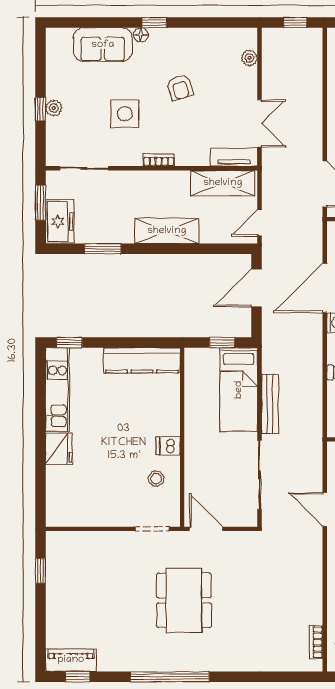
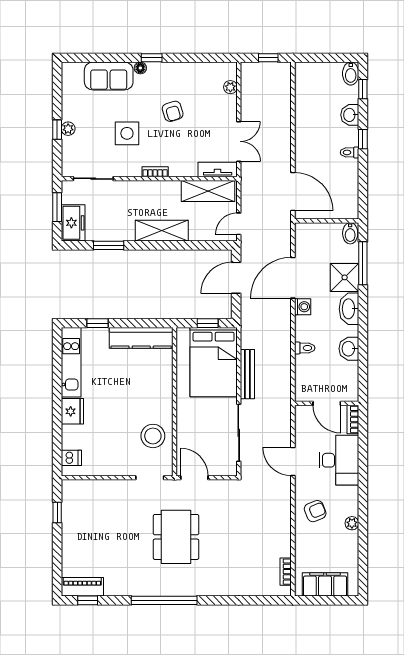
window: (69, 342) -> (98, 323), moved
bed: (239, 390) -> (214, 362), width x1.50
dishwasher: (168, 446) -> (71, 458), moved, turned 180
stool: (156, 479) -> (153, 436), width x1.89, depth x1.89

